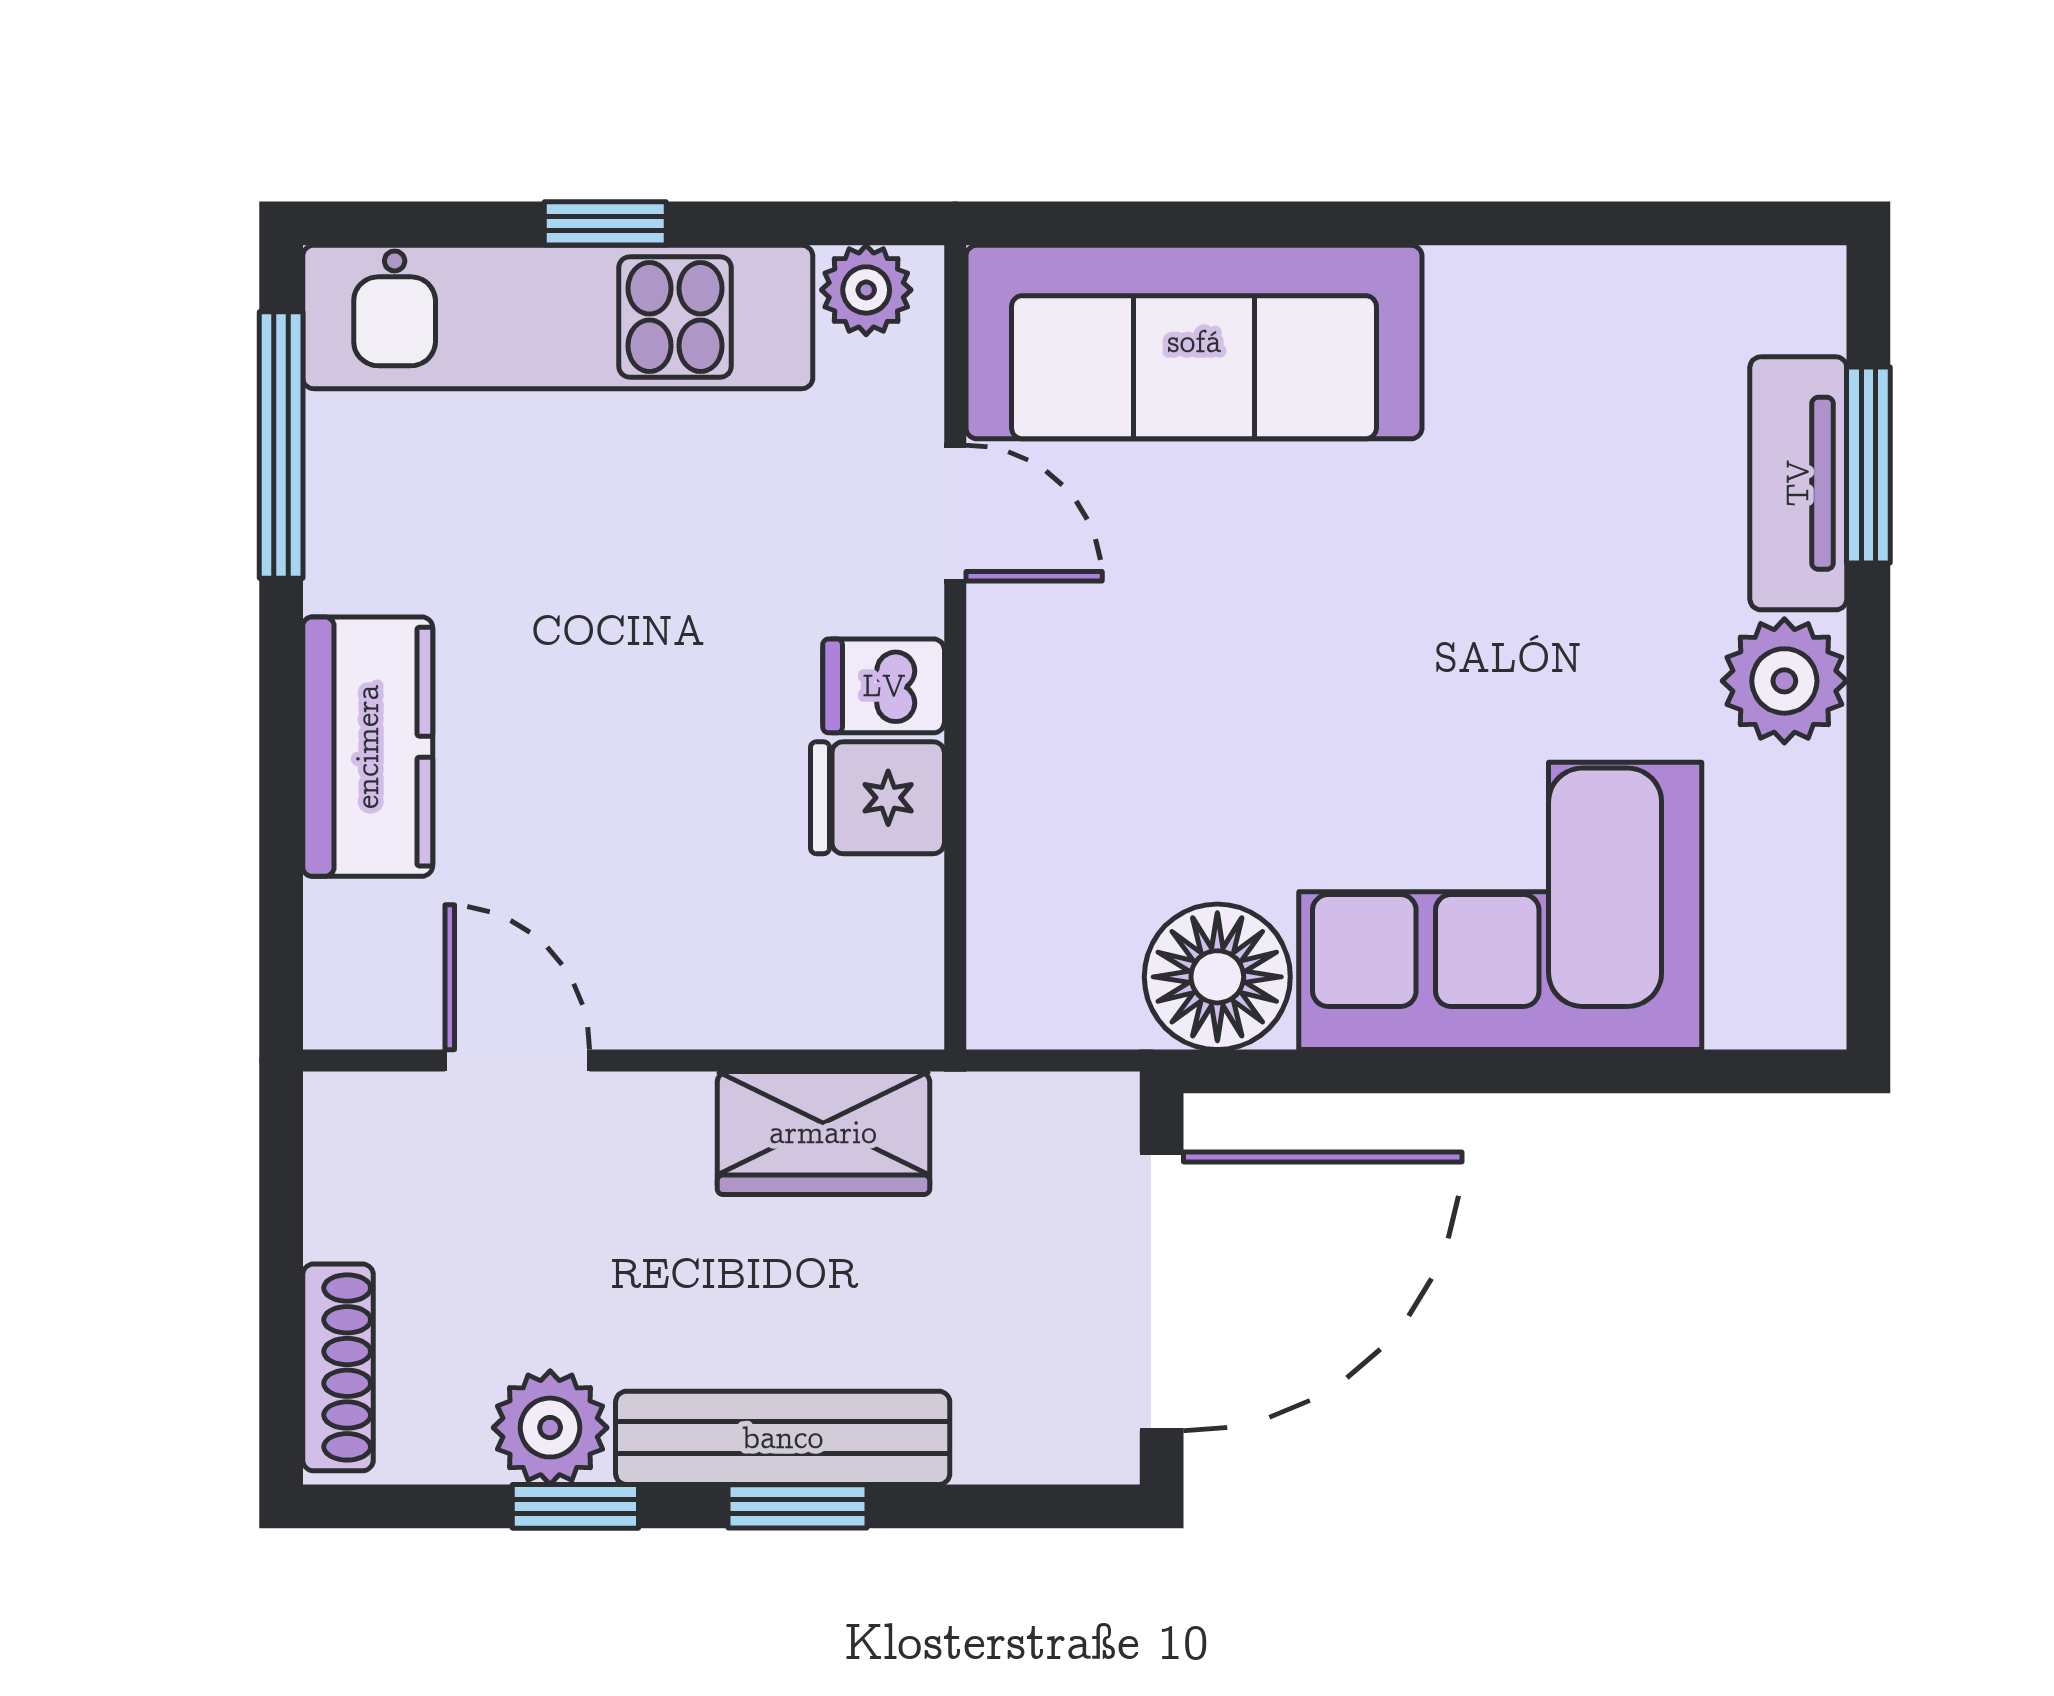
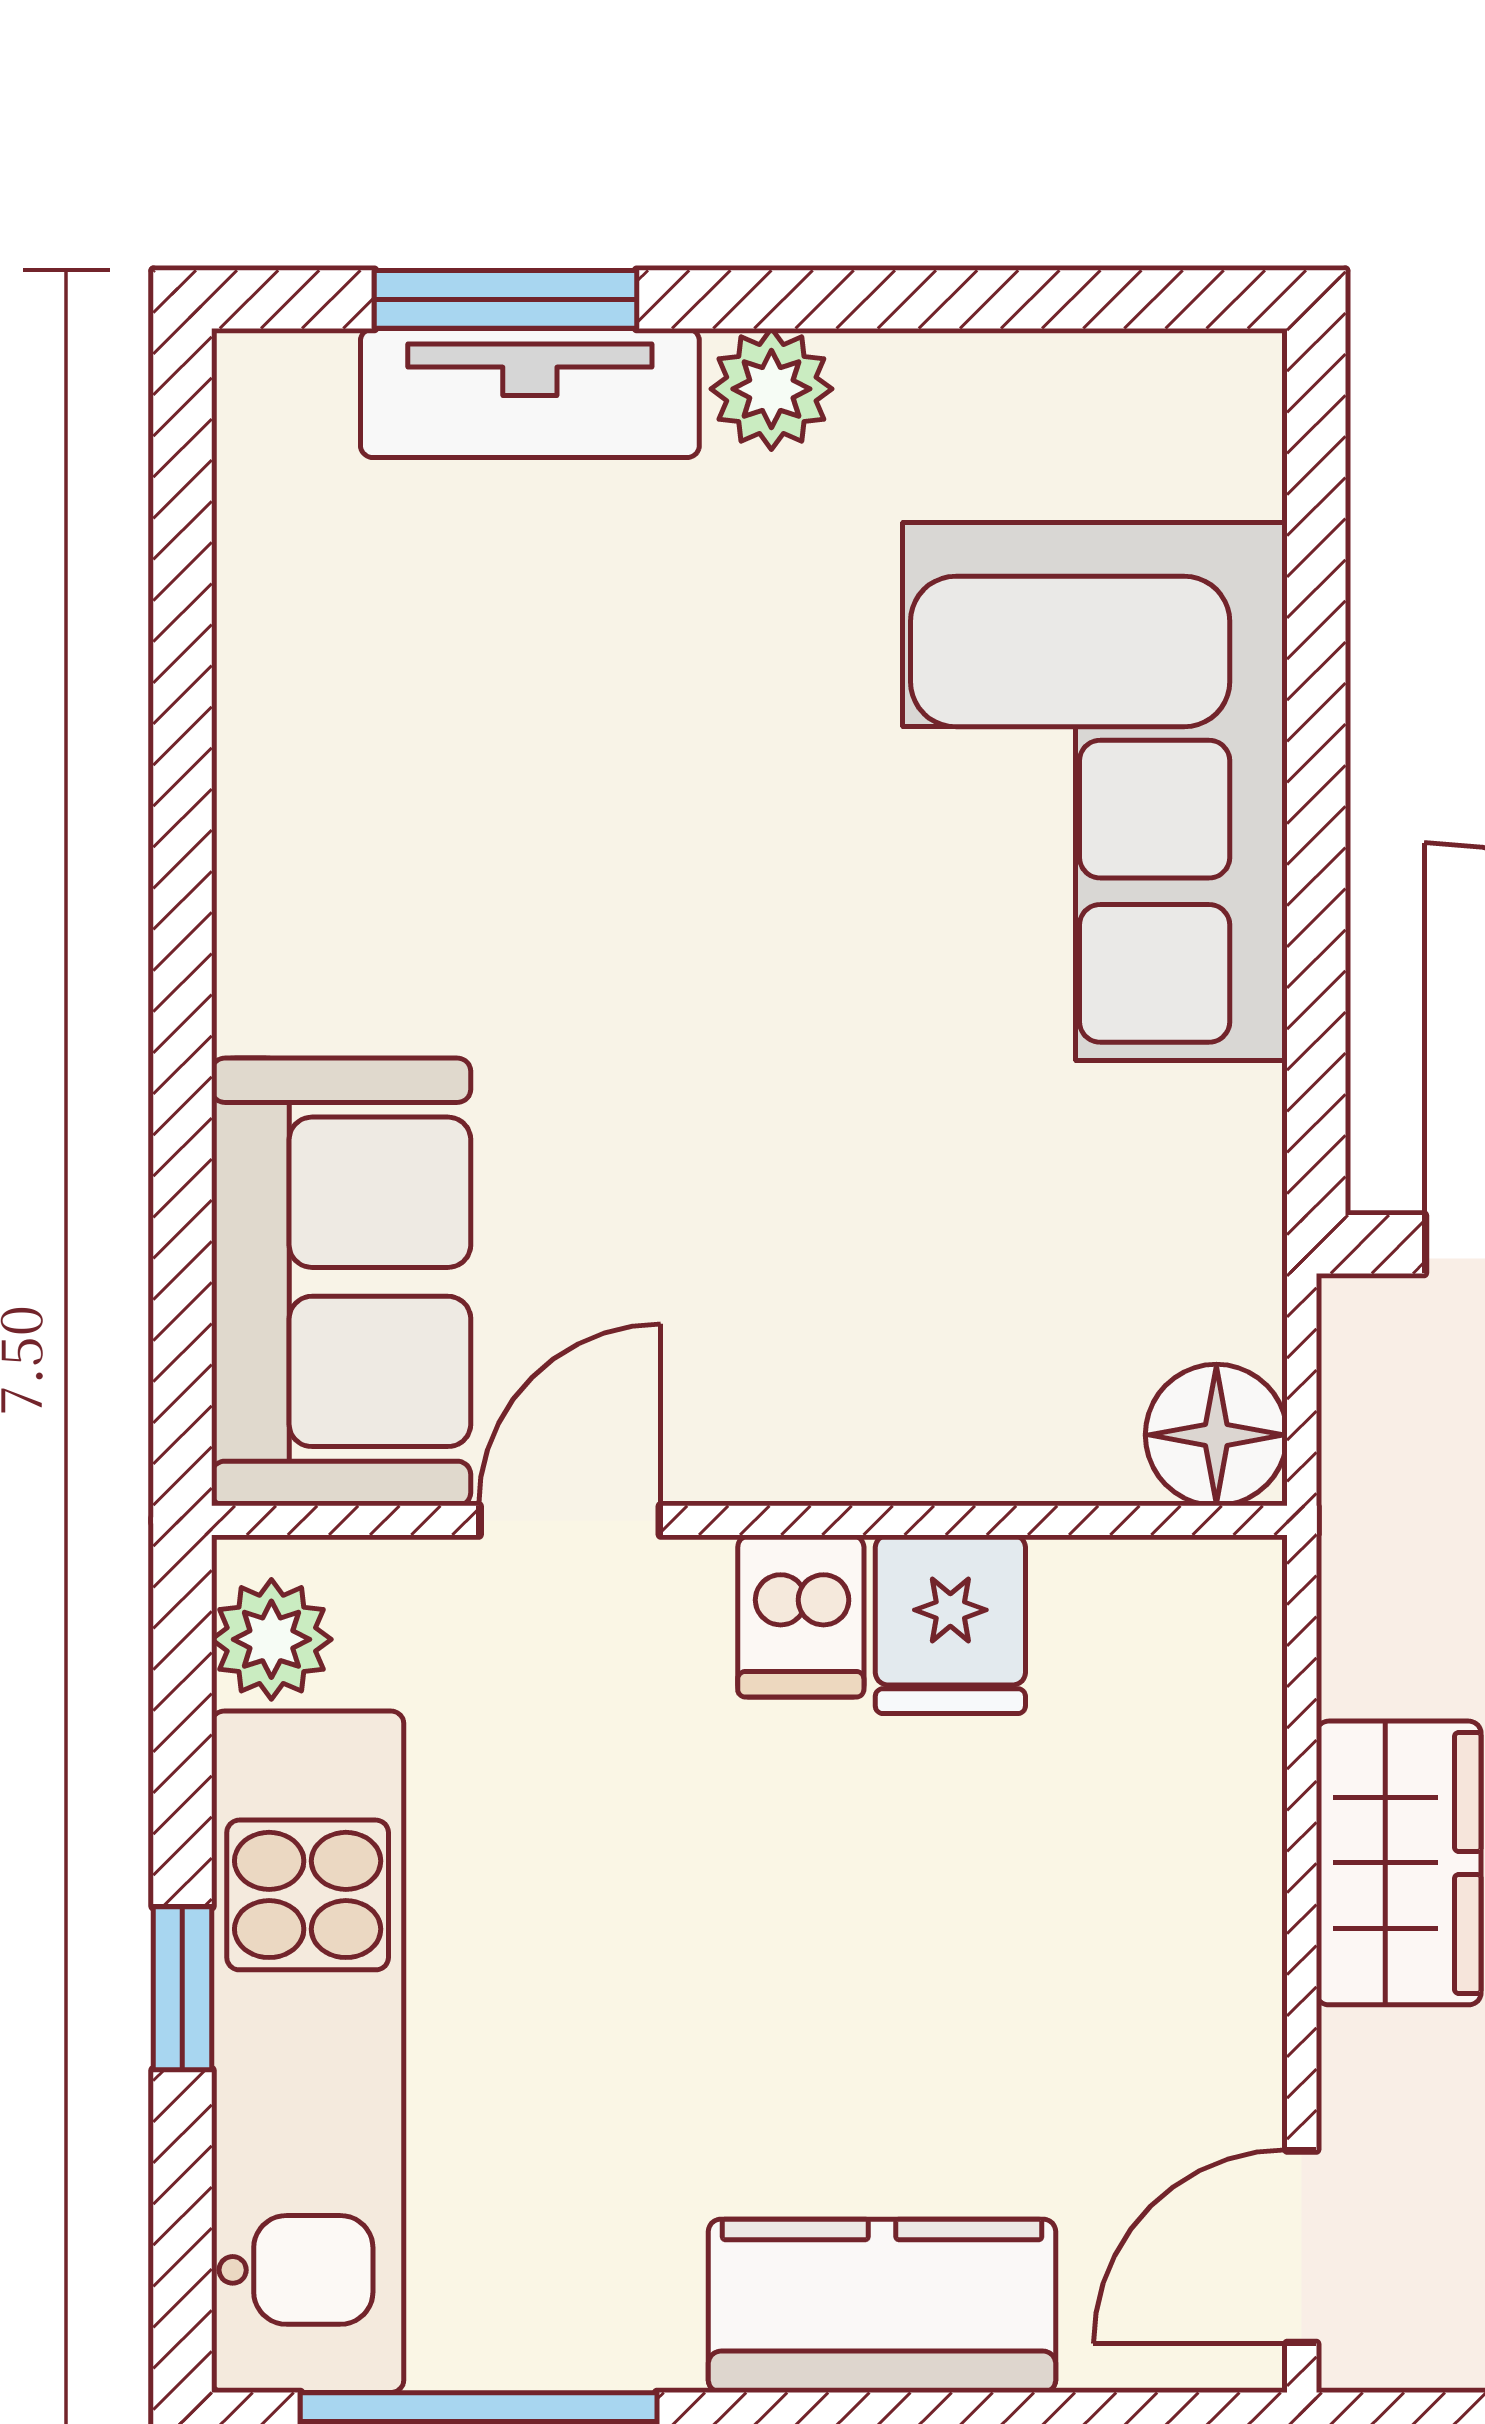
sofa: (1194, 342) -> (341, 1282), width x0.73
plant: (1784, 681) -> (771, 389), width x0.73, depth x0.73
floor lamp: (1217, 977) -> (1216, 1435), moved, width x0.73, depth x0.73
door: (517, 1061) -> (1302, 2247), moved
wardrobe: (823, 1133) -> (1399, 1863), moved

